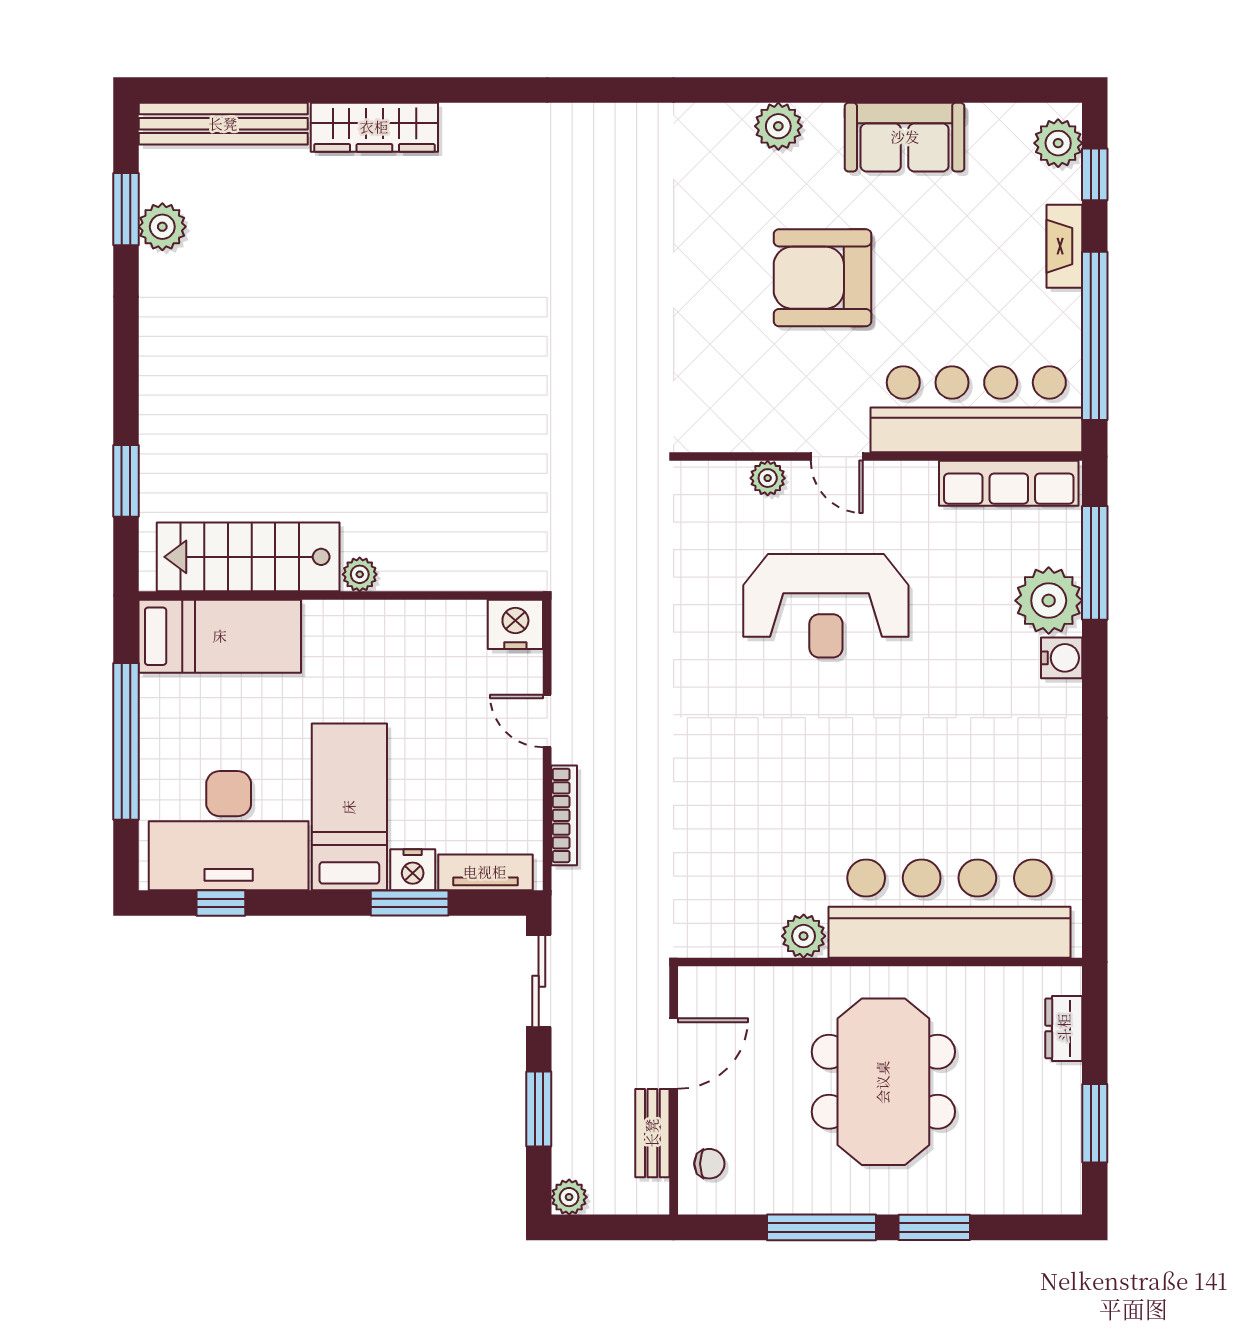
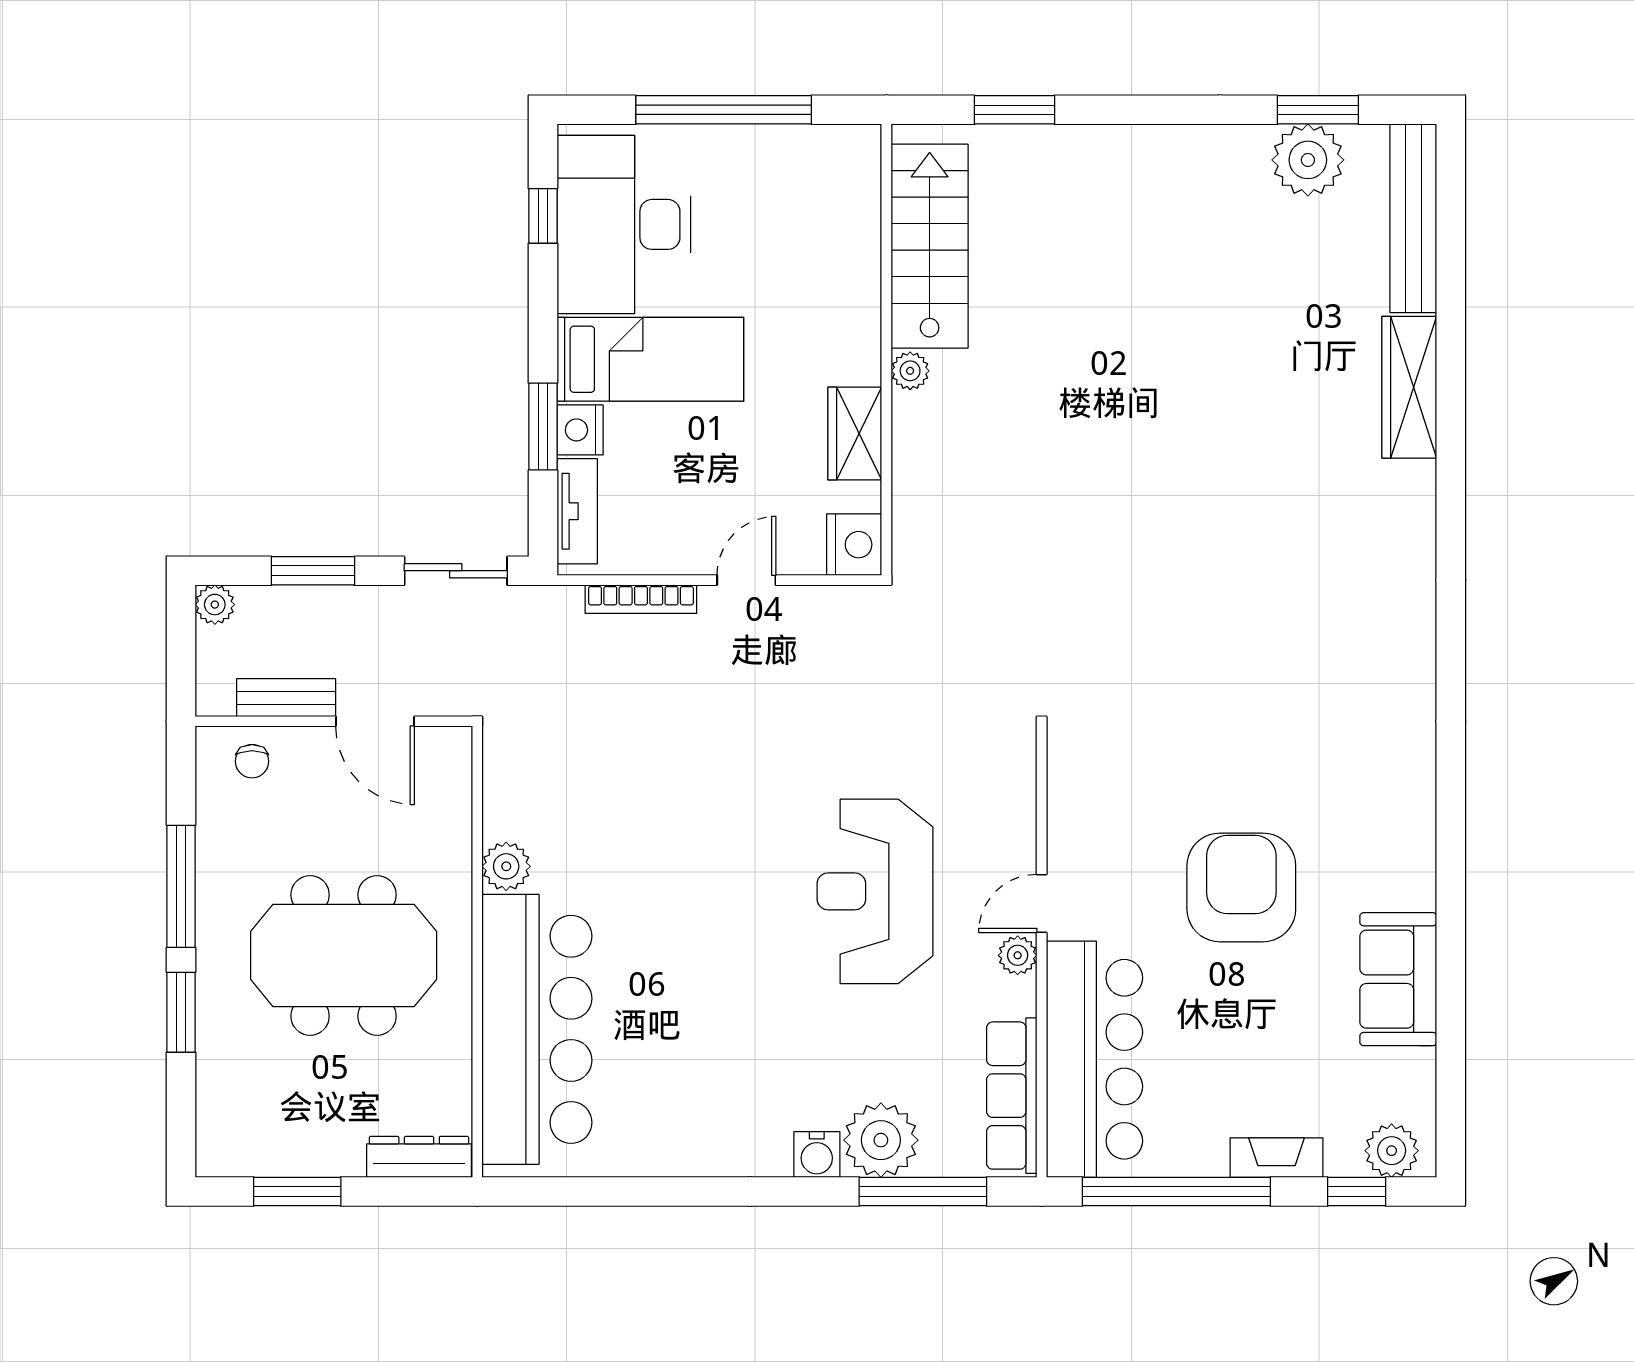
plant: (778, 126) -> (1410, 838), removed
plant: (162, 227) -> (1308, 160), width x1.36, depth x1.36
plant: (768, 478) -> (1018, 955), moved
wardrobe: (416, 624) -> (855, 434), added
bed: (220, 636) -> (841, 214), removed
dresser: (1064, 1028) -> (419, 1157), width x1.44

